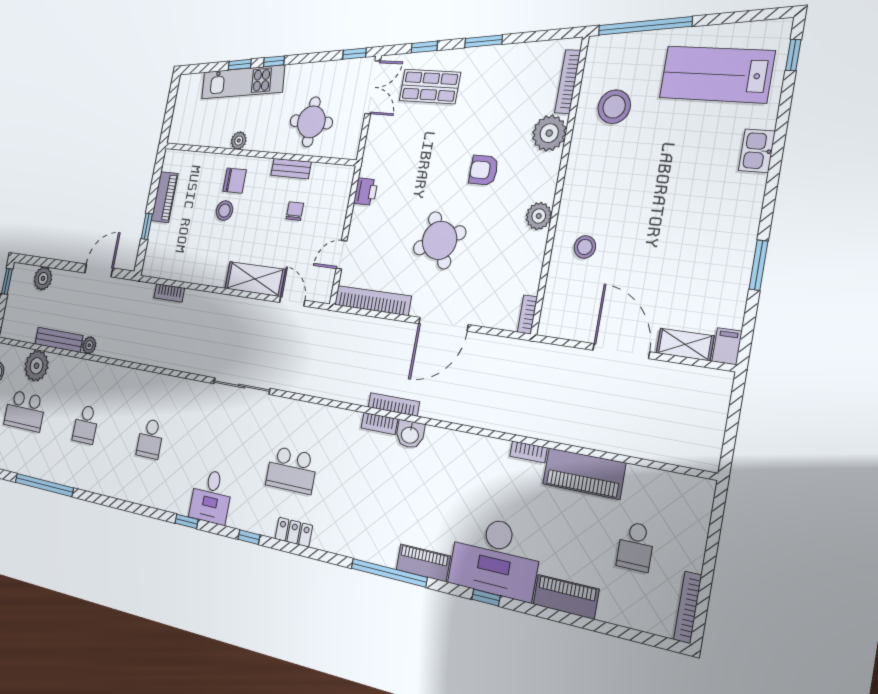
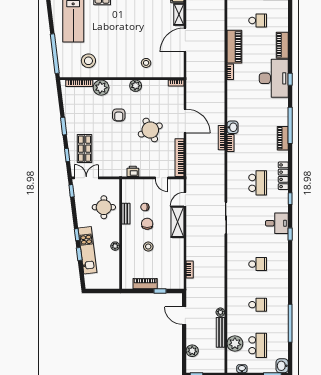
chair: (235, 181) -> (147, 224), moved
locker: (294, 532) -> (283, 176), width x1.53
piano: (423, 563) -> (283, 138), moved

